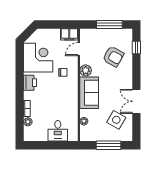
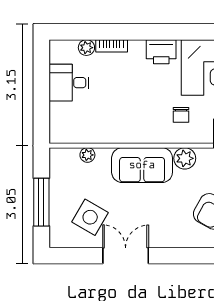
desk: (58, 131) -> (69, 83), moved

